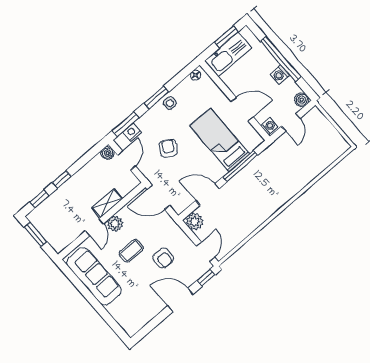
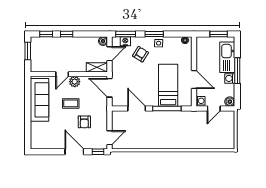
kitchen sink: (228, 54) -> (227, 57), moved, turned 90
window: (281, 59) -> (237, 71), width x0.68
armchair: (168, 148) -> (140, 54), moved
shelving: (107, 203) -> (97, 67), moved
plant: (195, 222) -> (118, 117), removed

